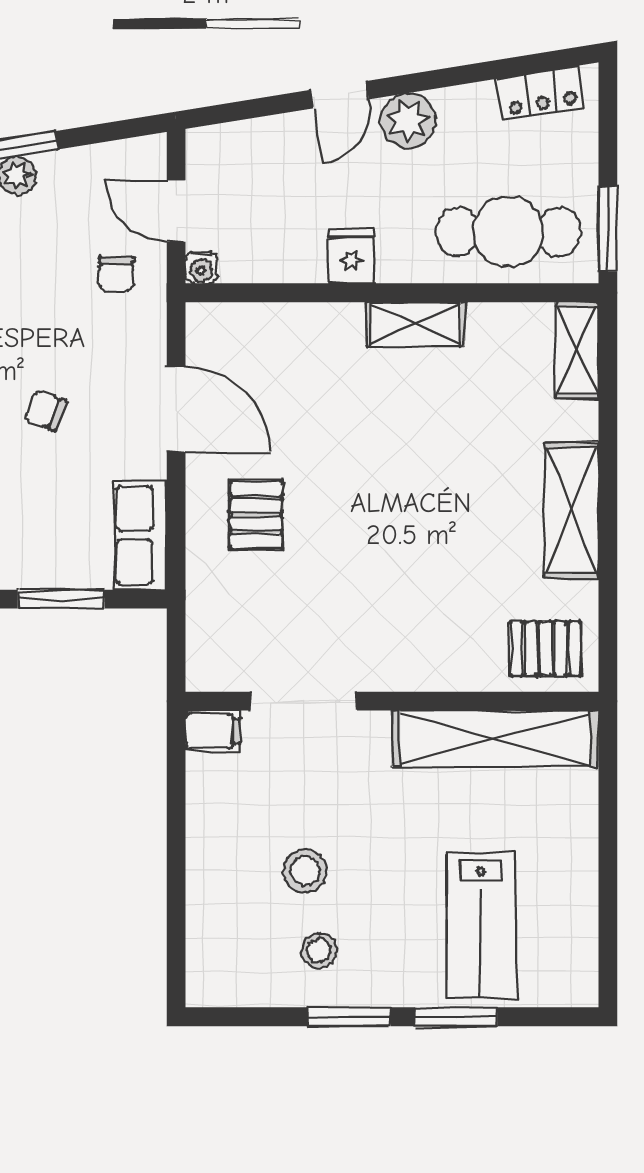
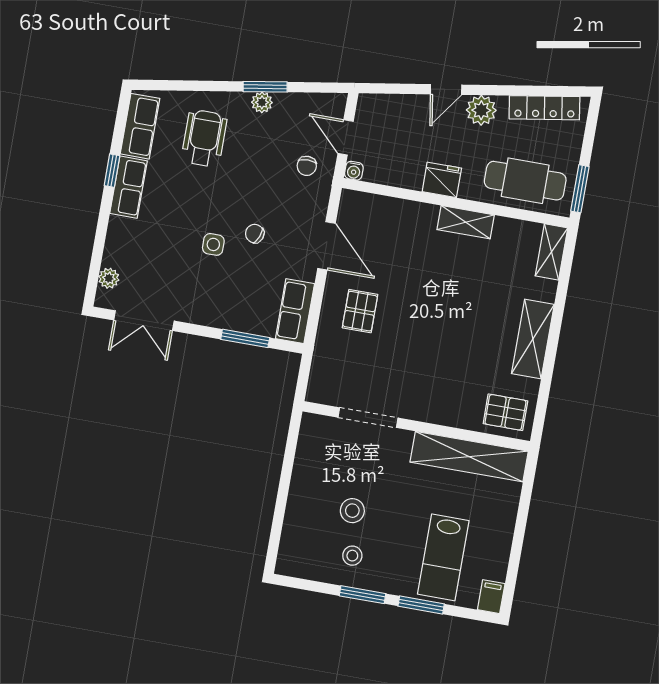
locker: (541, 93) -> (544, 108), width x1.53
fridge: (351, 256) -> (442, 180), width x1.38
filing cabinet: (213, 731) -> (491, 597), moved, turned -90

